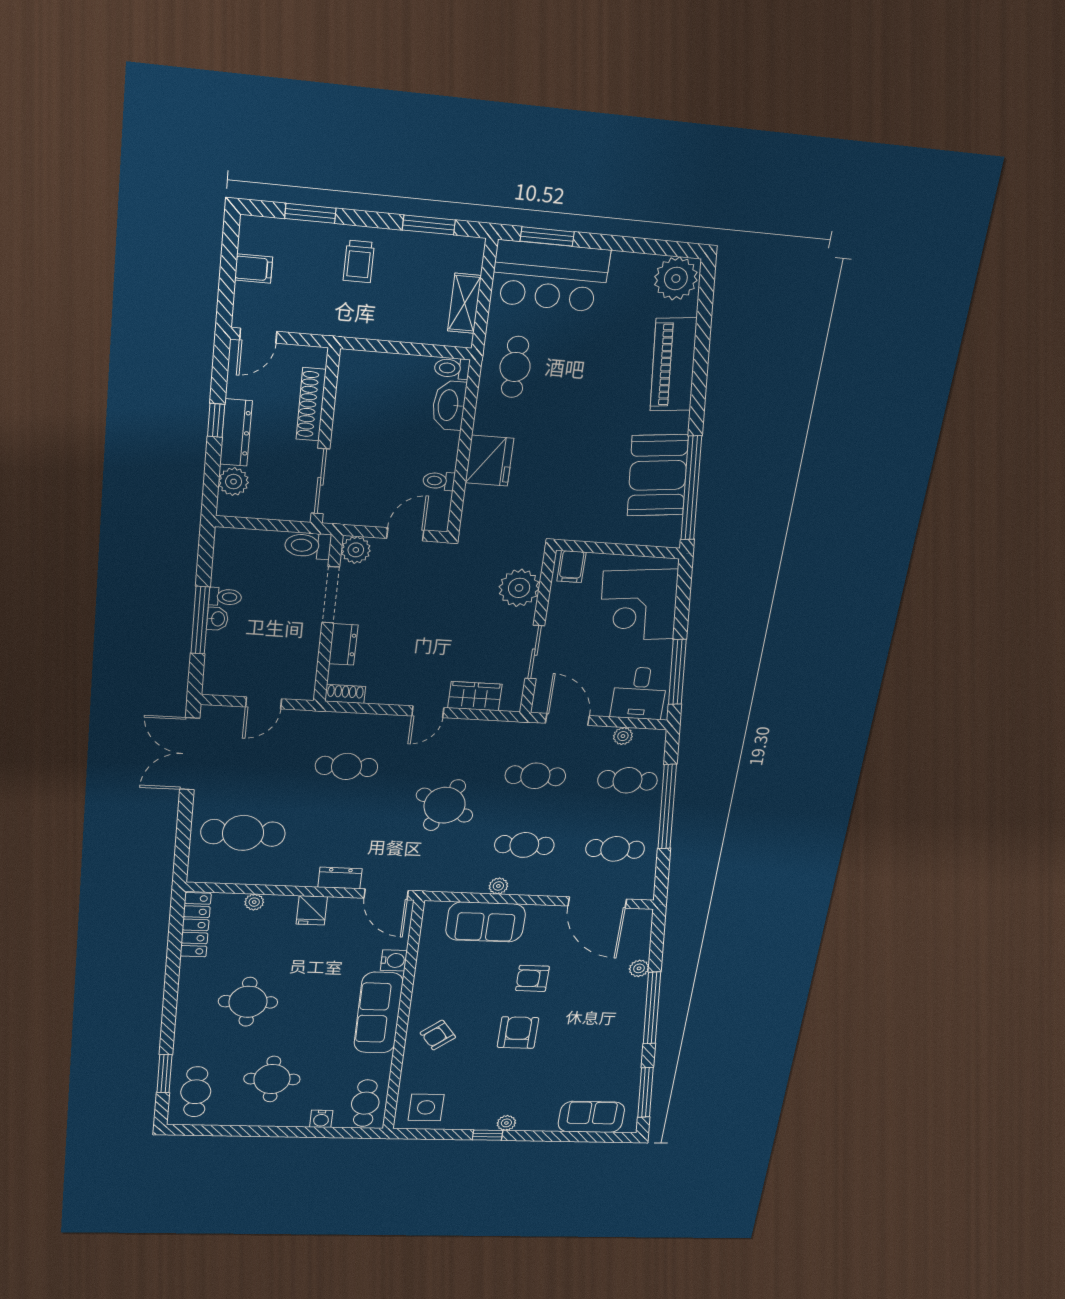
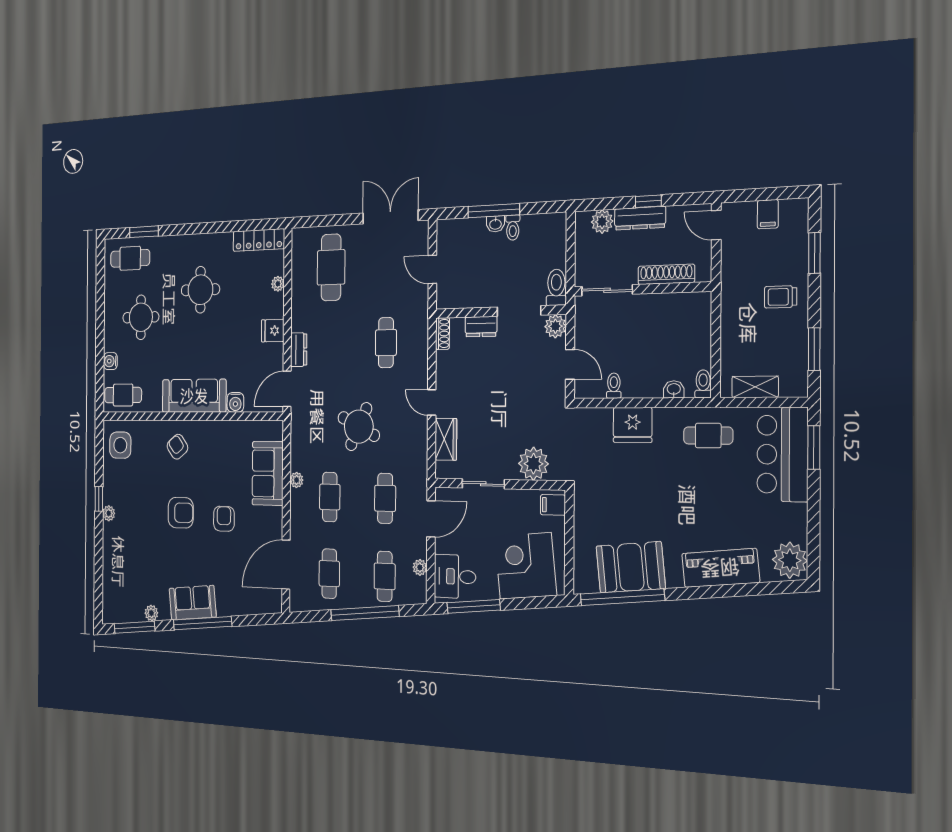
washbasin: (449, 405) -> (674, 389), width x0.52, depth x0.69
plant: (639, 968) -> (151, 613), moved
sofa: (591, 1117) -> (193, 603), moved, turned -96

